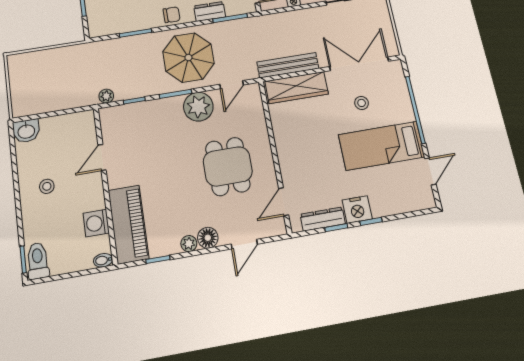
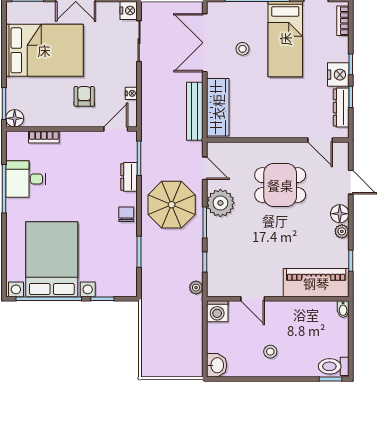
bookcase: (415, 205) -> (343, 21), added
washing machine: (96, 223) -> (217, 311), moved

